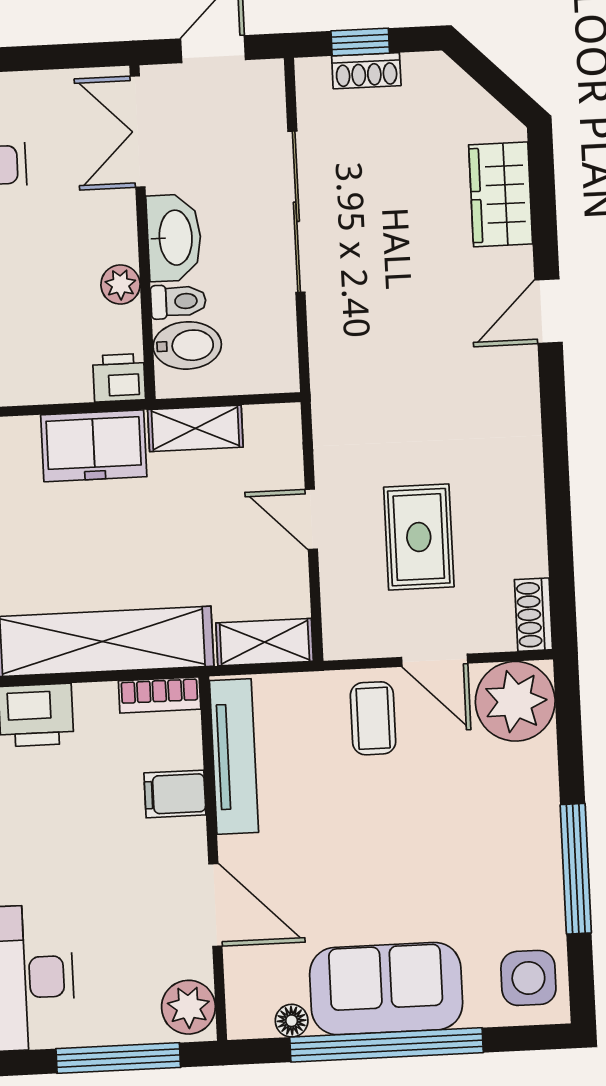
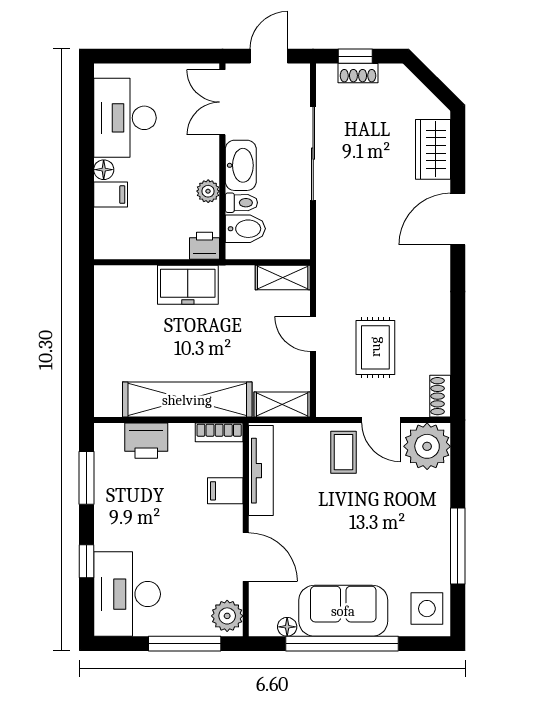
door: (549, 311) -> (458, 219), width x1.38
shelving: (195, 428) -> (283, 277), moved

